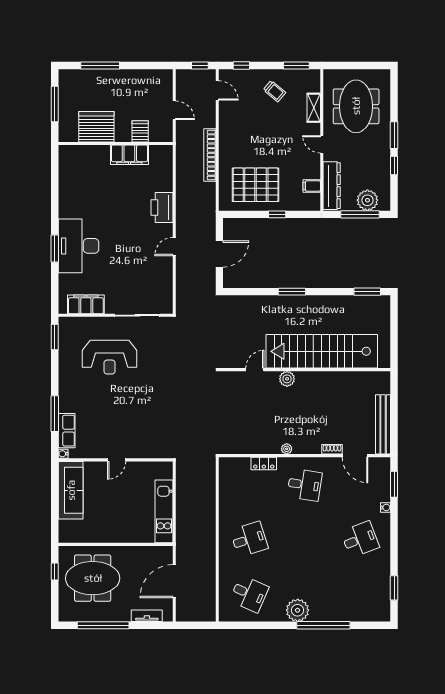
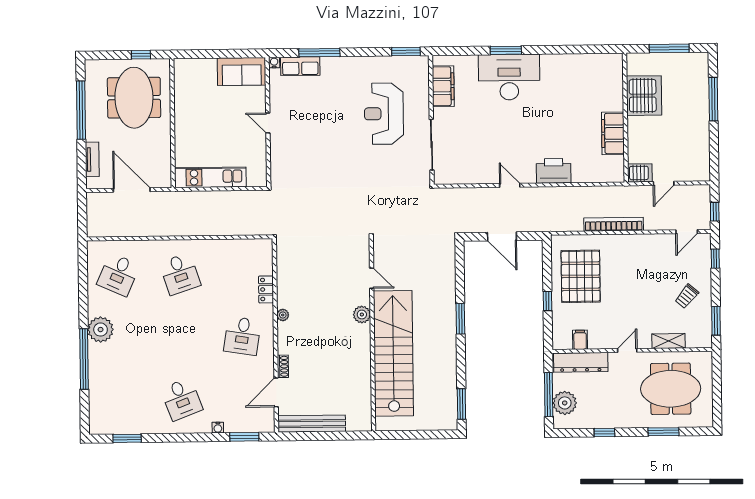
server rack: (140, 131) -> (640, 173), moved
window: (394, 135) -> (663, 432), moved
sofa: (71, 490) -> (242, 71), width x0.73

